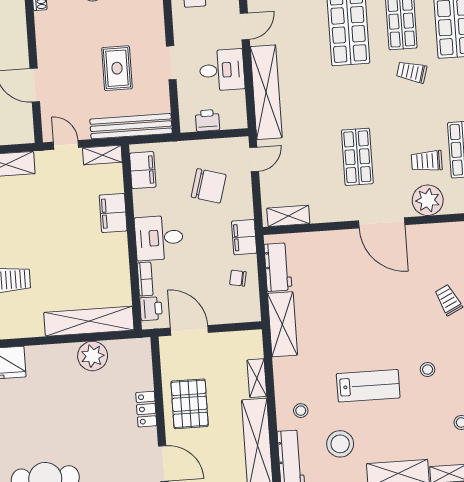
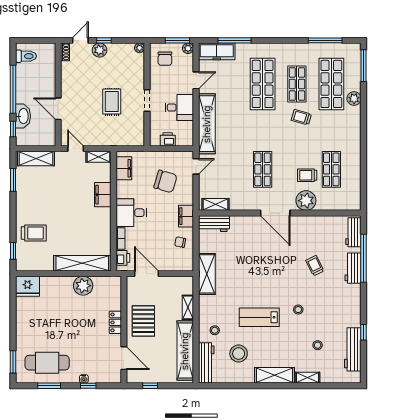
bench: (131, 126) -> (118, 139), removed
workbench: (278, 267) -> (214, 224), moved, turned 90
lab bench: (368, 386) -> (259, 317), turned 180

